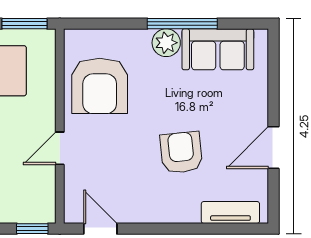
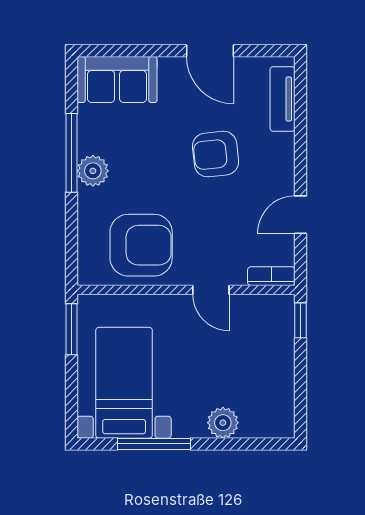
sofa: (218, 49) -> (117, 80), moved, turned 90
bookcase: (72, 202) -> (271, 276), added
door: (100, 229) -> (301, 215), moved

